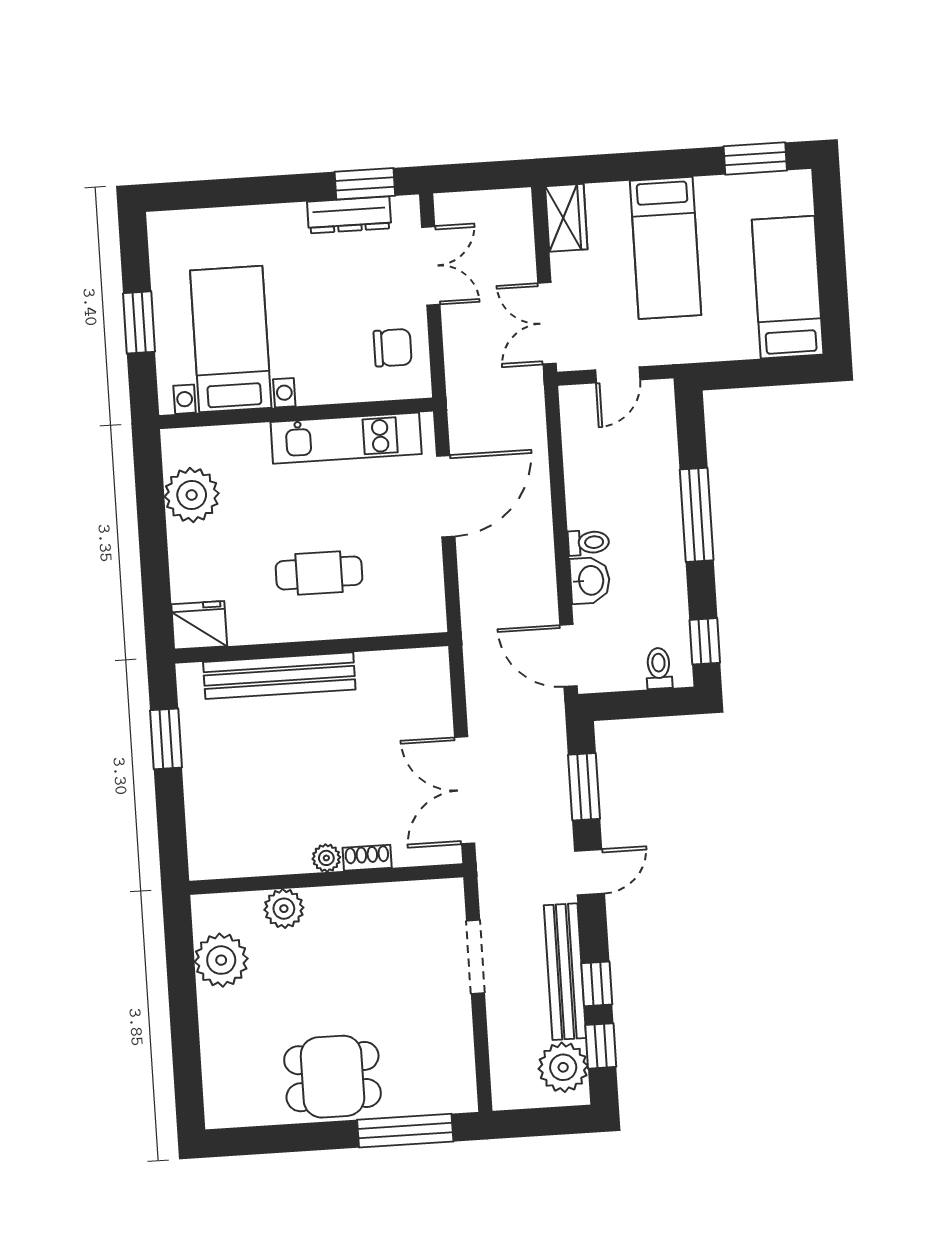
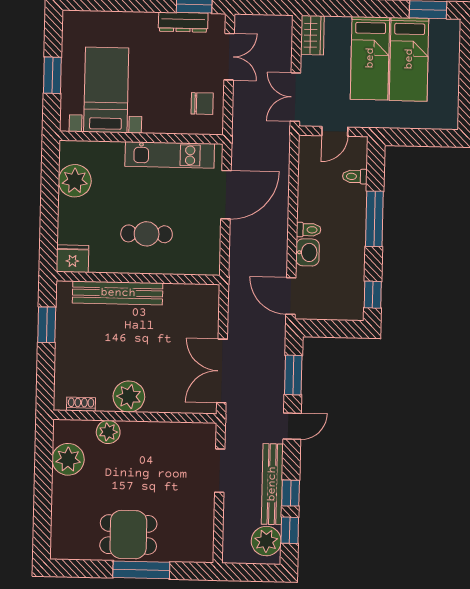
bed: (788, 287) -> (409, 59), moved, turned 180
toilet: (659, 668) -> (355, 176), moved, turned -90
plant: (326, 858) -> (129, 397), width x1.88, depth x1.88
shoe rack: (367, 858) -> (81, 404), moved
window: (405, 1131) -> (141, 570), moved

